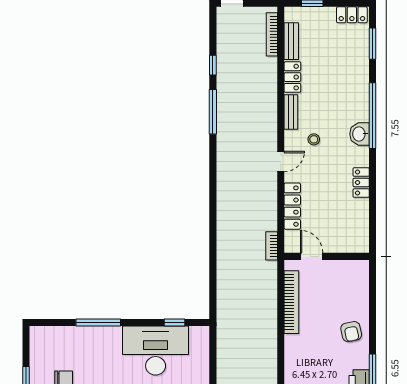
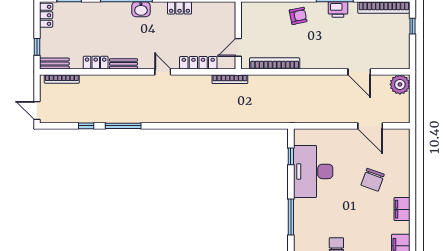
bench: (291, 41) -> (54, 63), moved
stool: (314, 139) -> (145, 46), removed
bookcase: (272, 246) -> (230, 79), width x1.56

